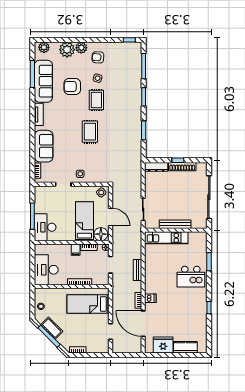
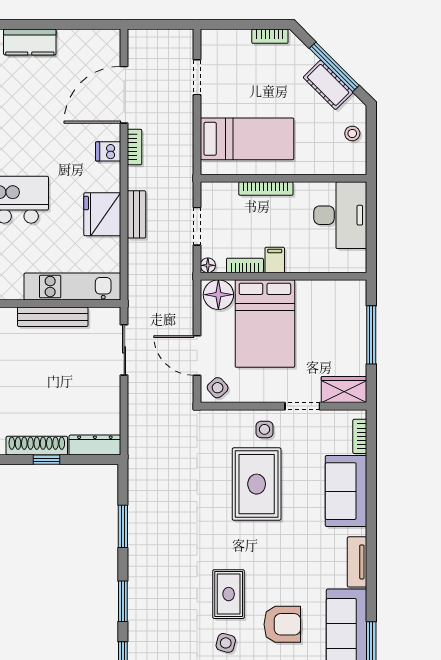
rug: (90, 132) -> (257, 484), moved, width x1.36, depth x1.43
wardrobe: (45, 192) -> (344, 390), added
door: (110, 217) -> (197, 355), moved
bed: (84, 221) -> (265, 324), width x1.50
desk: (45, 227) -> (343, 310), removed
door: (143, 324) -> (124, 95), swing flipped
fridge: (163, 345) -> (102, 214), moved, turned 90

